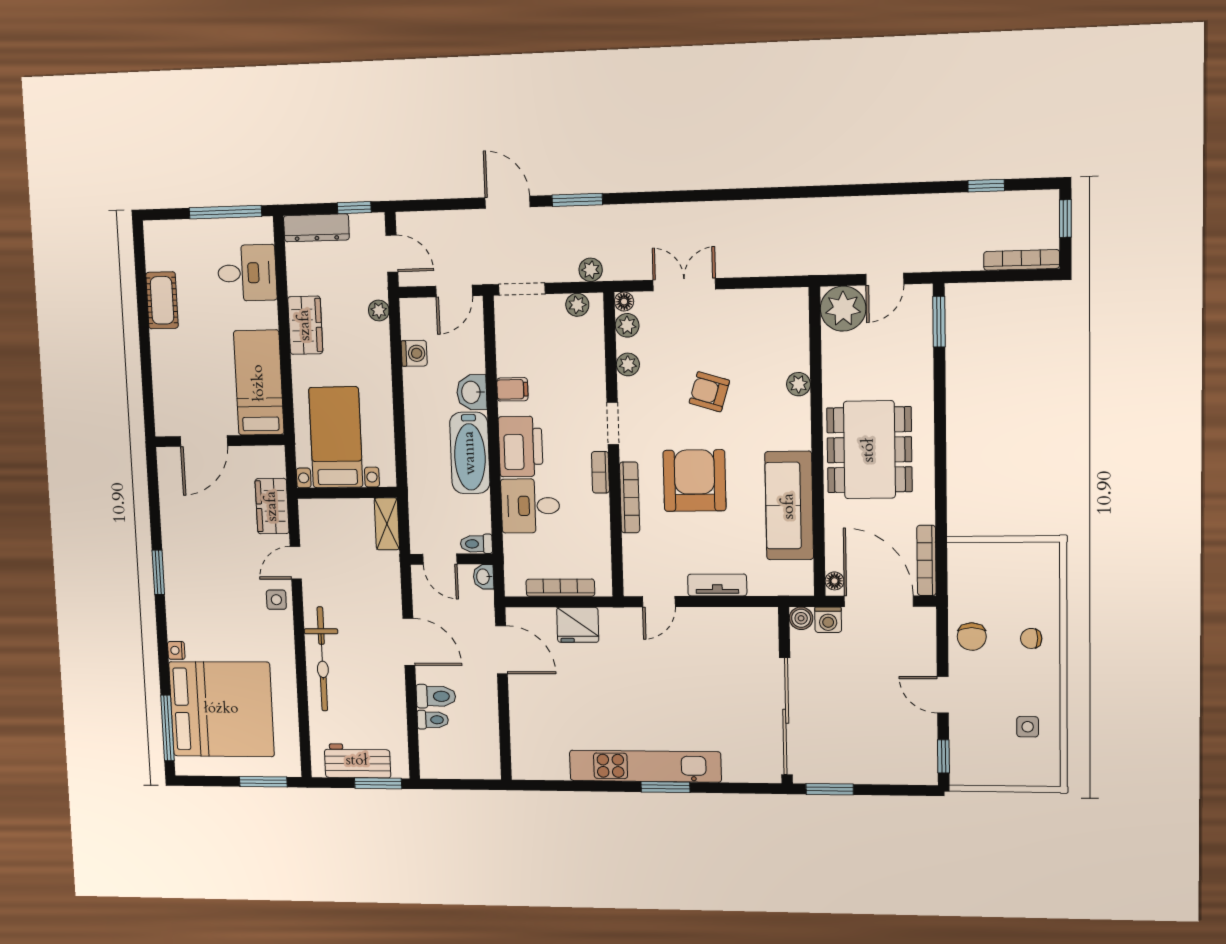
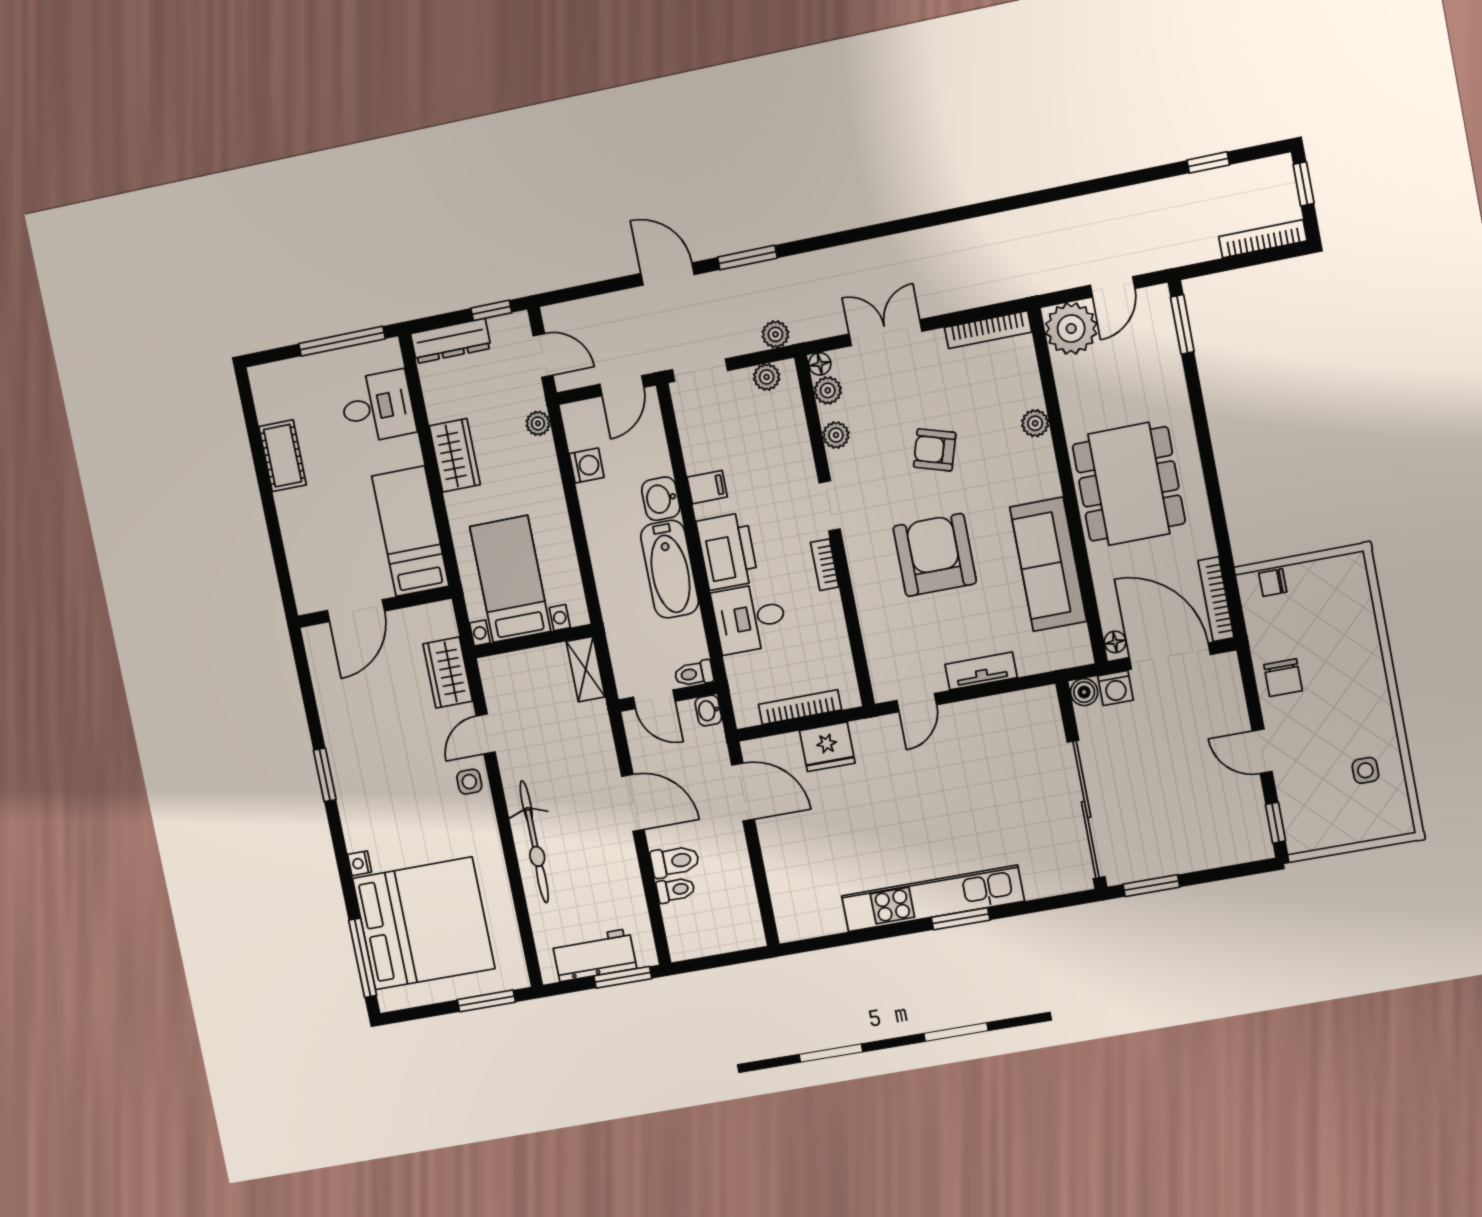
bookcase: (630, 497) -> (988, 330), moved, turned 90
chair: (1031, 638) -> (1273, 583), moved

